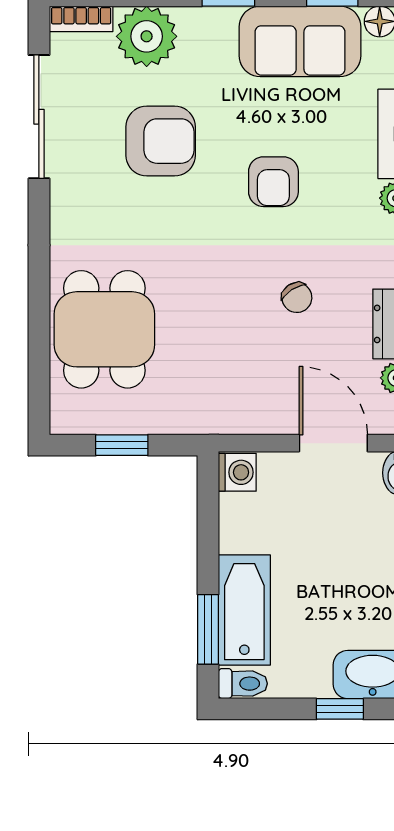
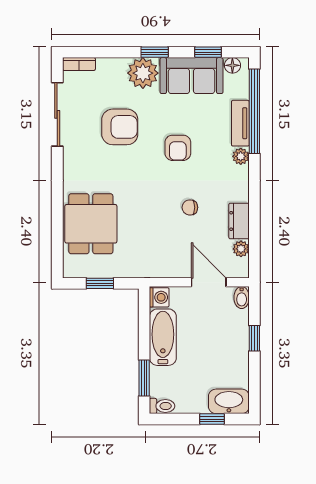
plant: (147, 36) -> (143, 73), moved
chair: (297, 298) -> (190, 207), turned 123
bathtub: (244, 610) -> (163, 337), moved

